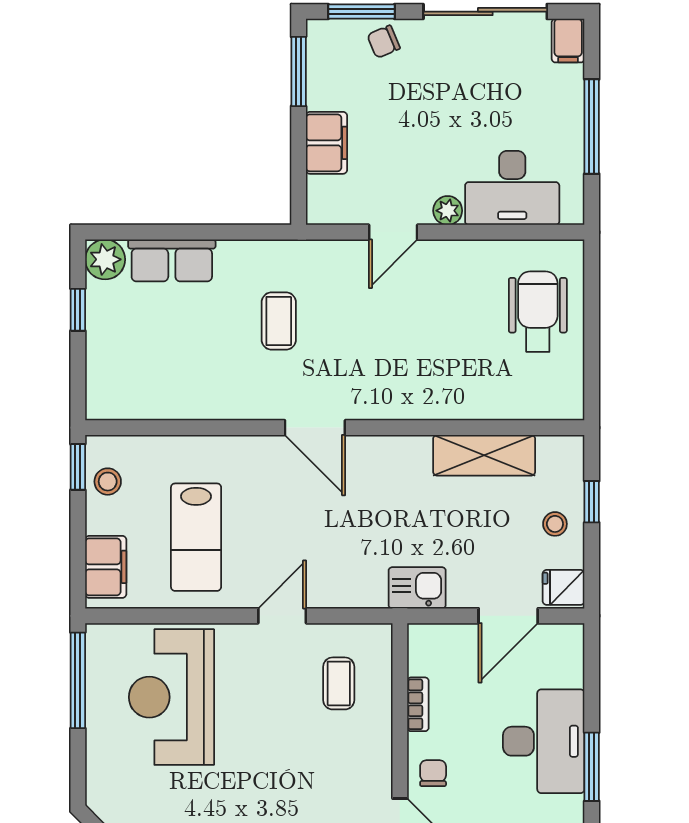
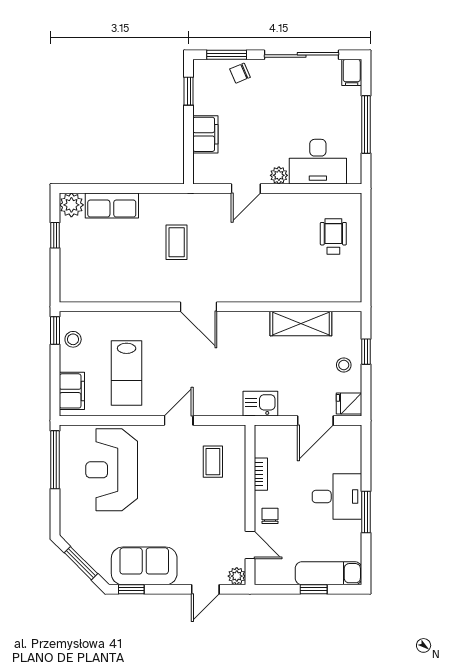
window: (299, 71) -> (189, 91), width x0.67
wheelchair: (538, 312) -> (333, 237), width x0.73, depth x0.73
desk: (544, 741) -> (337, 497), width x0.73

